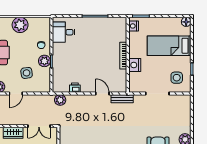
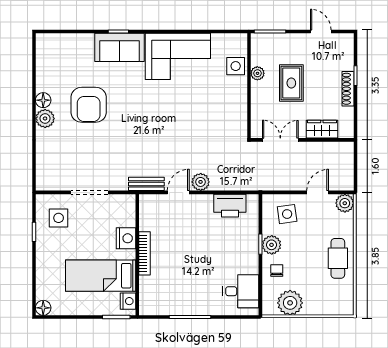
plant: (20, 25) -> (290, 303), moved
bed: (169, 46) -> (101, 276), moved, turned 180
side table: (27, 73) -> (287, 214), moved
printer: (75, 88) -> (230, 206), width x1.87, depth x1.48
door: (102, 94) -> (178, 192), swing flipped
plant: (60, 100) -> (201, 182), moved

